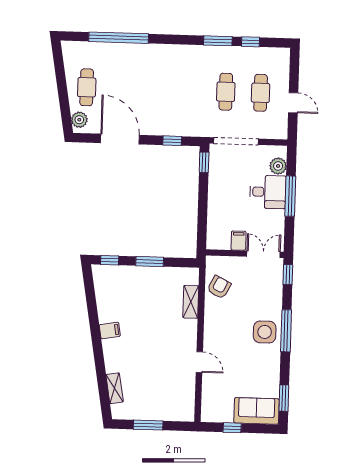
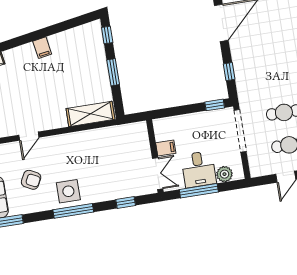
filing cabinet: (239, 241) -> (166, 148), moved
wall: (245, 254) -> (155, 156), moved
double door: (263, 254) -> (158, 174), moved
armchair: (219, 287) -> (31, 180), moved
shelving: (191, 302) -> (90, 114), width x1.50, depth x1.33

